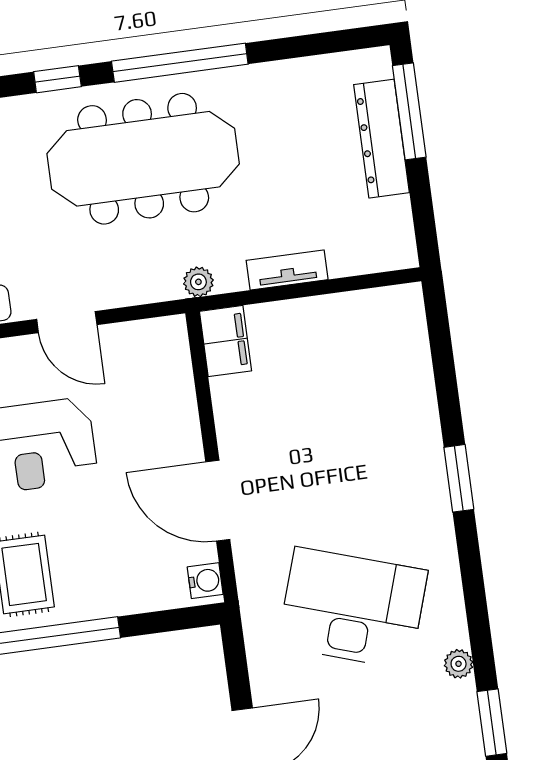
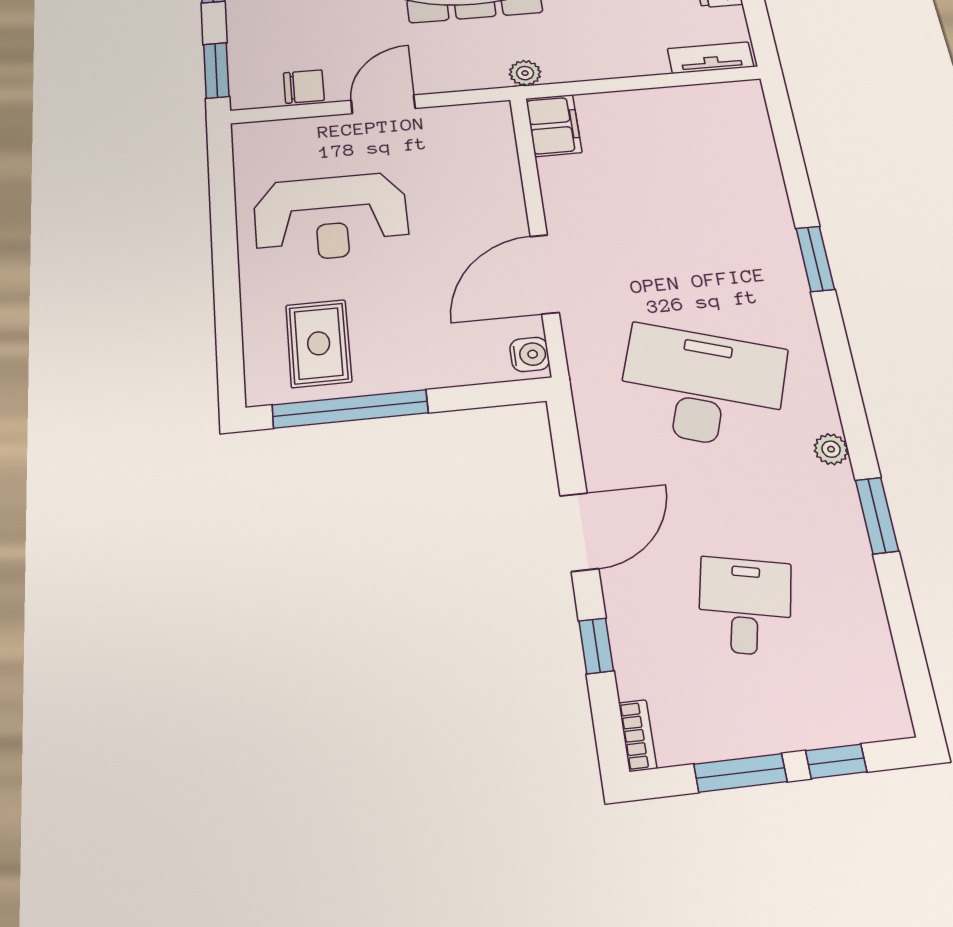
tv unit: (287, 270) -> (711, 58), moved
door: (67, 322) -> (383, 104), swing flipped
door: (218, 501) -> (545, 274), hinge flipped

